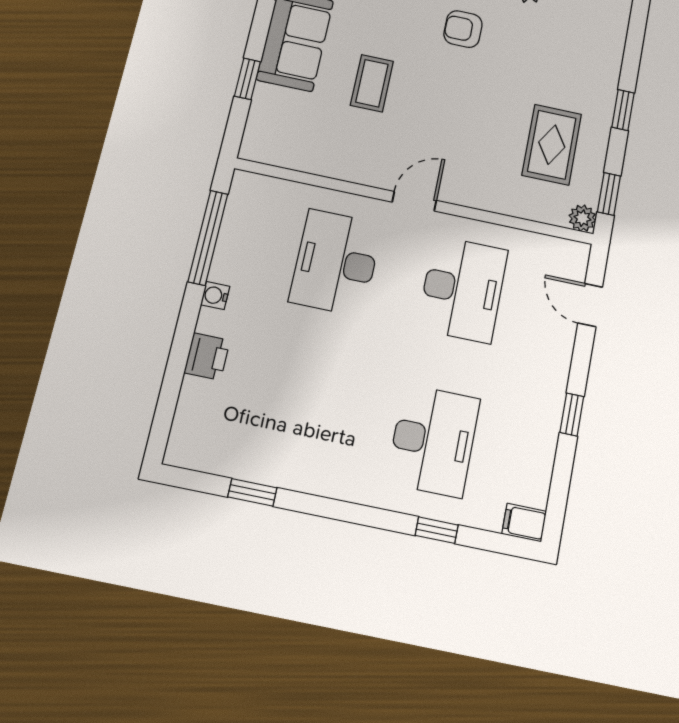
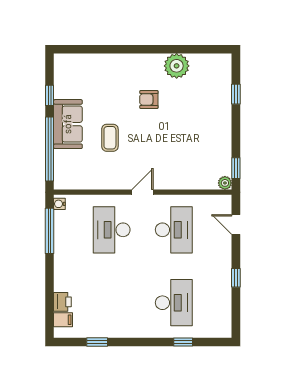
window: (247, 79) -> (50, 149), width x3.17
window: (623, 110) -> (236, 94), moved
rug: (552, 145) -> (204, 149), removed
water cooler: (215, 296) -> (59, 204), moved
printer: (207, 357) -> (62, 302), moved
filing cabinet: (524, 523) -> (63, 320), moved, turned 180

